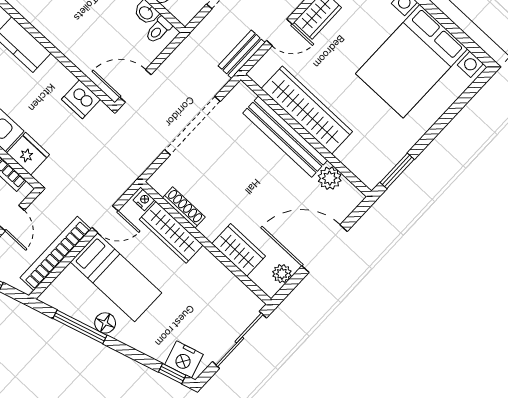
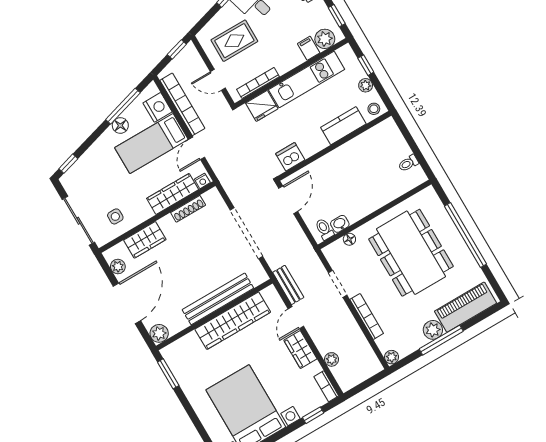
plant: (330, 178) -> (159, 333), moved
side table: (220, 295) -> (115, 216), added
nightstand: (184, 359) -> (158, 107), moved, turned 106

